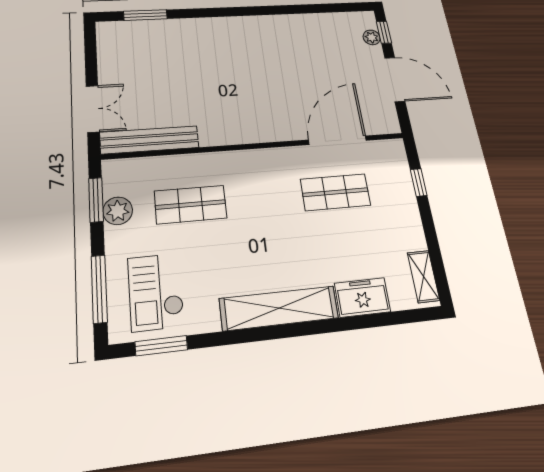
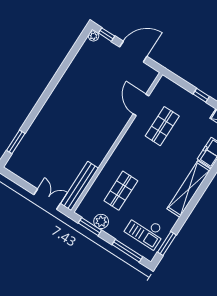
plant: (372, 37) -> (94, 36), moved
door: (338, 140) -> (141, 105), width x0.73
window: (419, 182) -> (201, 95), moved

